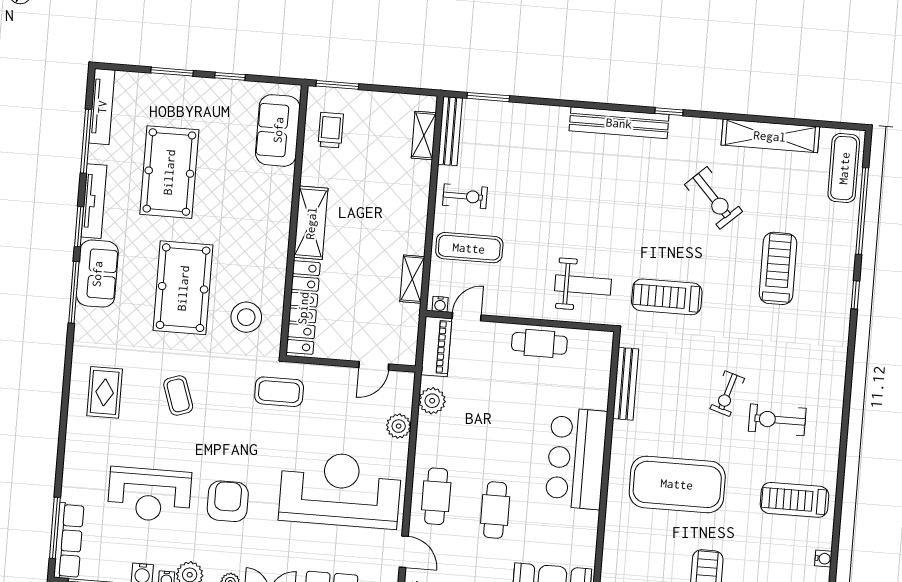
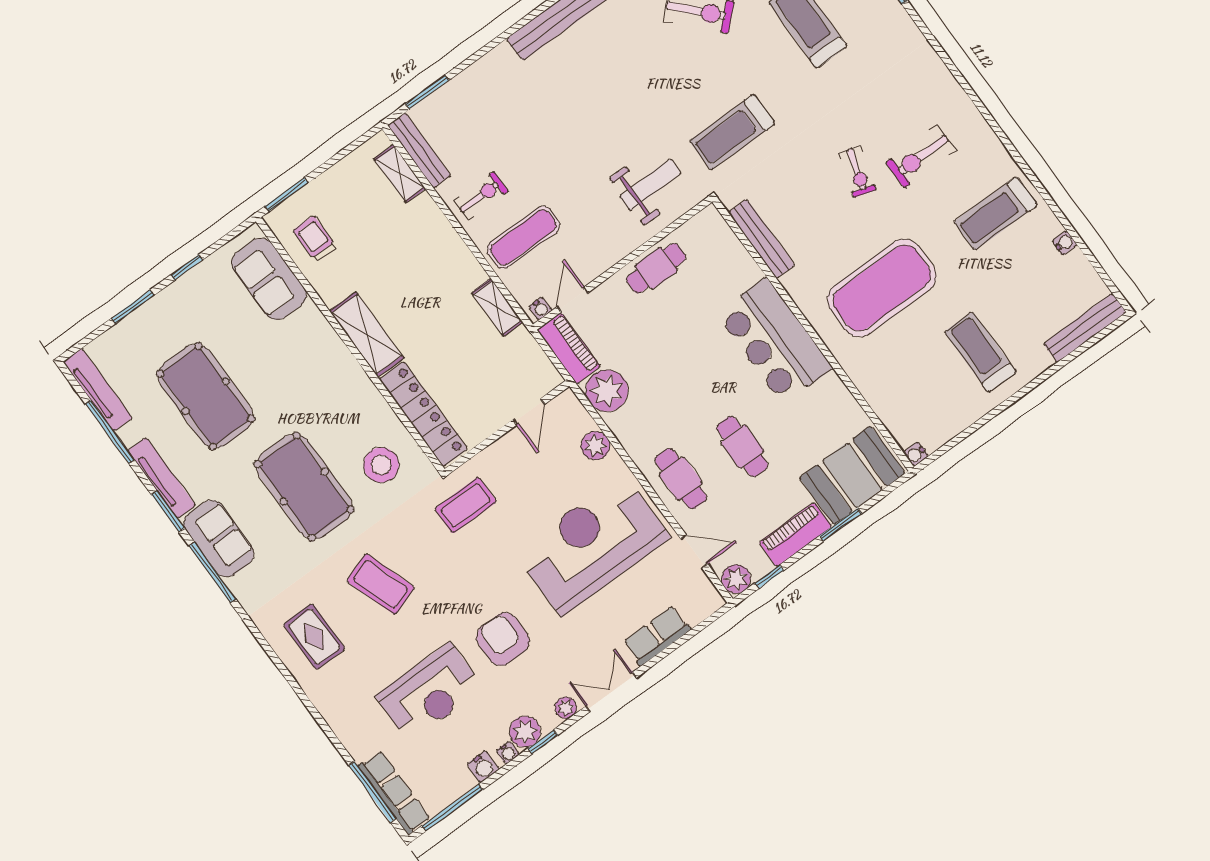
coffee table: (178, 395) -> (381, 584), width x1.36, depth x1.30
plant: (432, 401) -> (607, 391), width x1.36, depth x1.36

